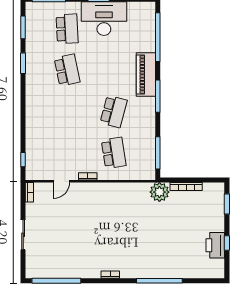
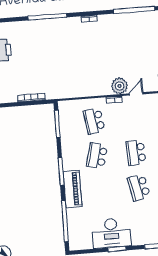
school desk: (67, 29) -> (136, 153), moved
plant: (159, 192) -> (120, 86), moved

